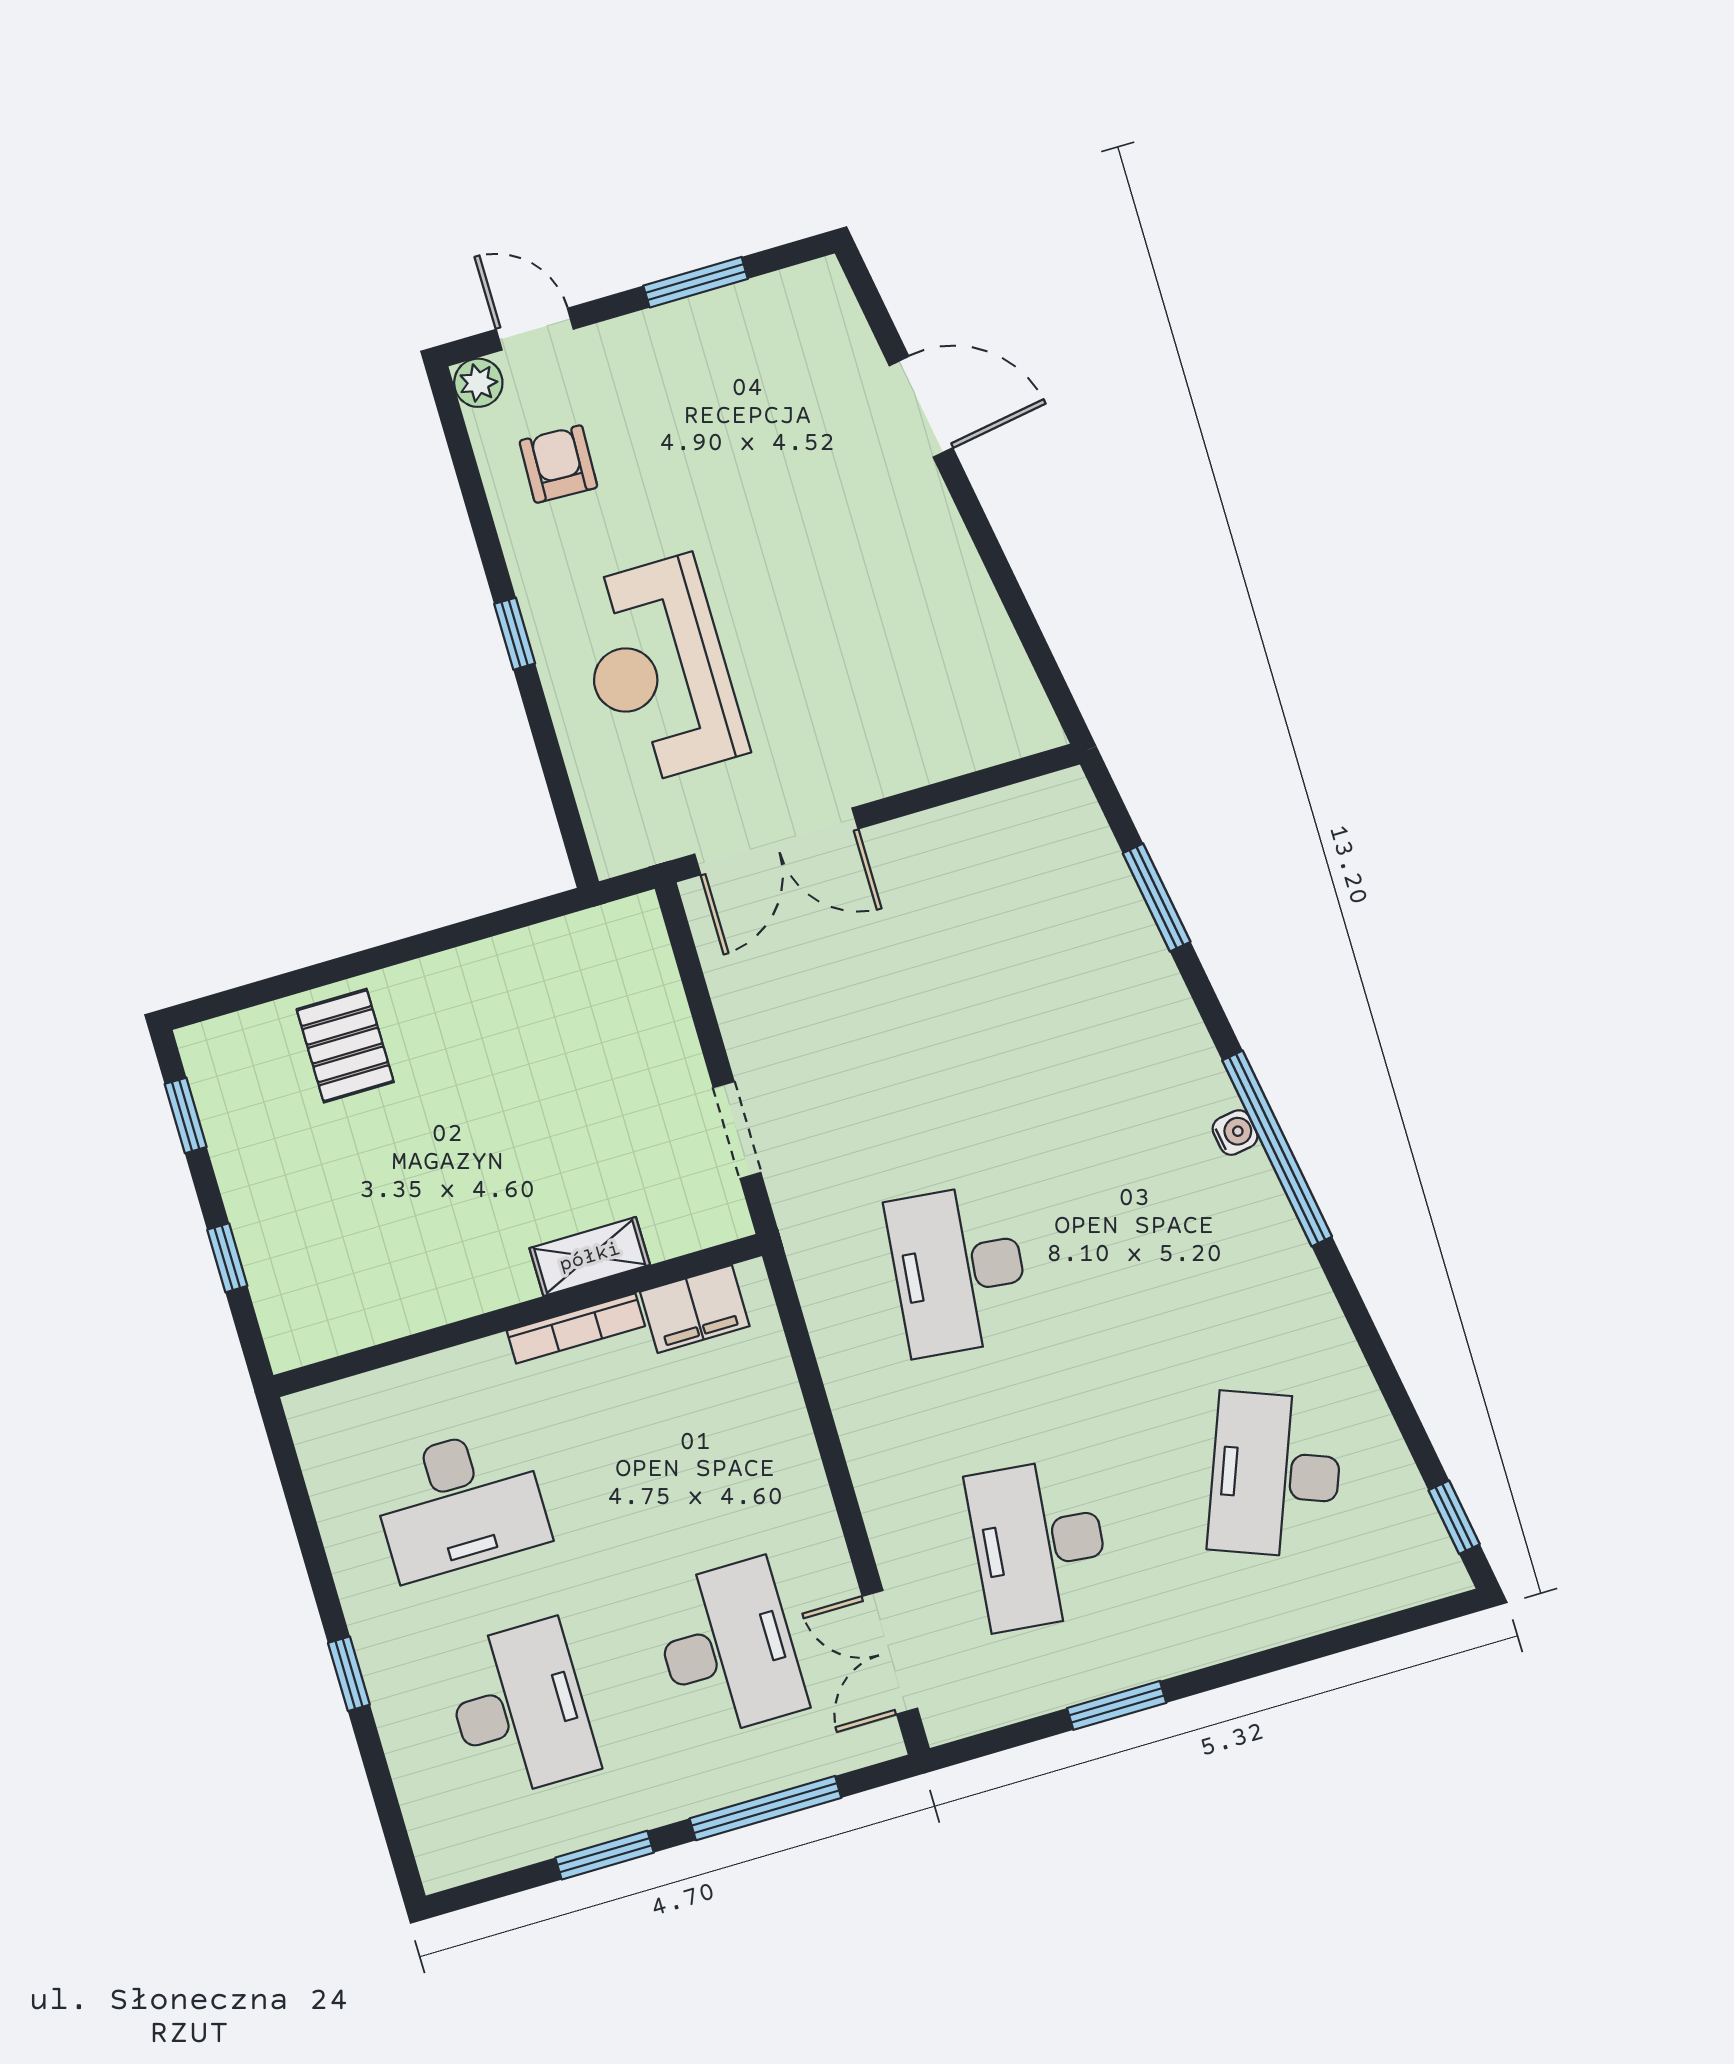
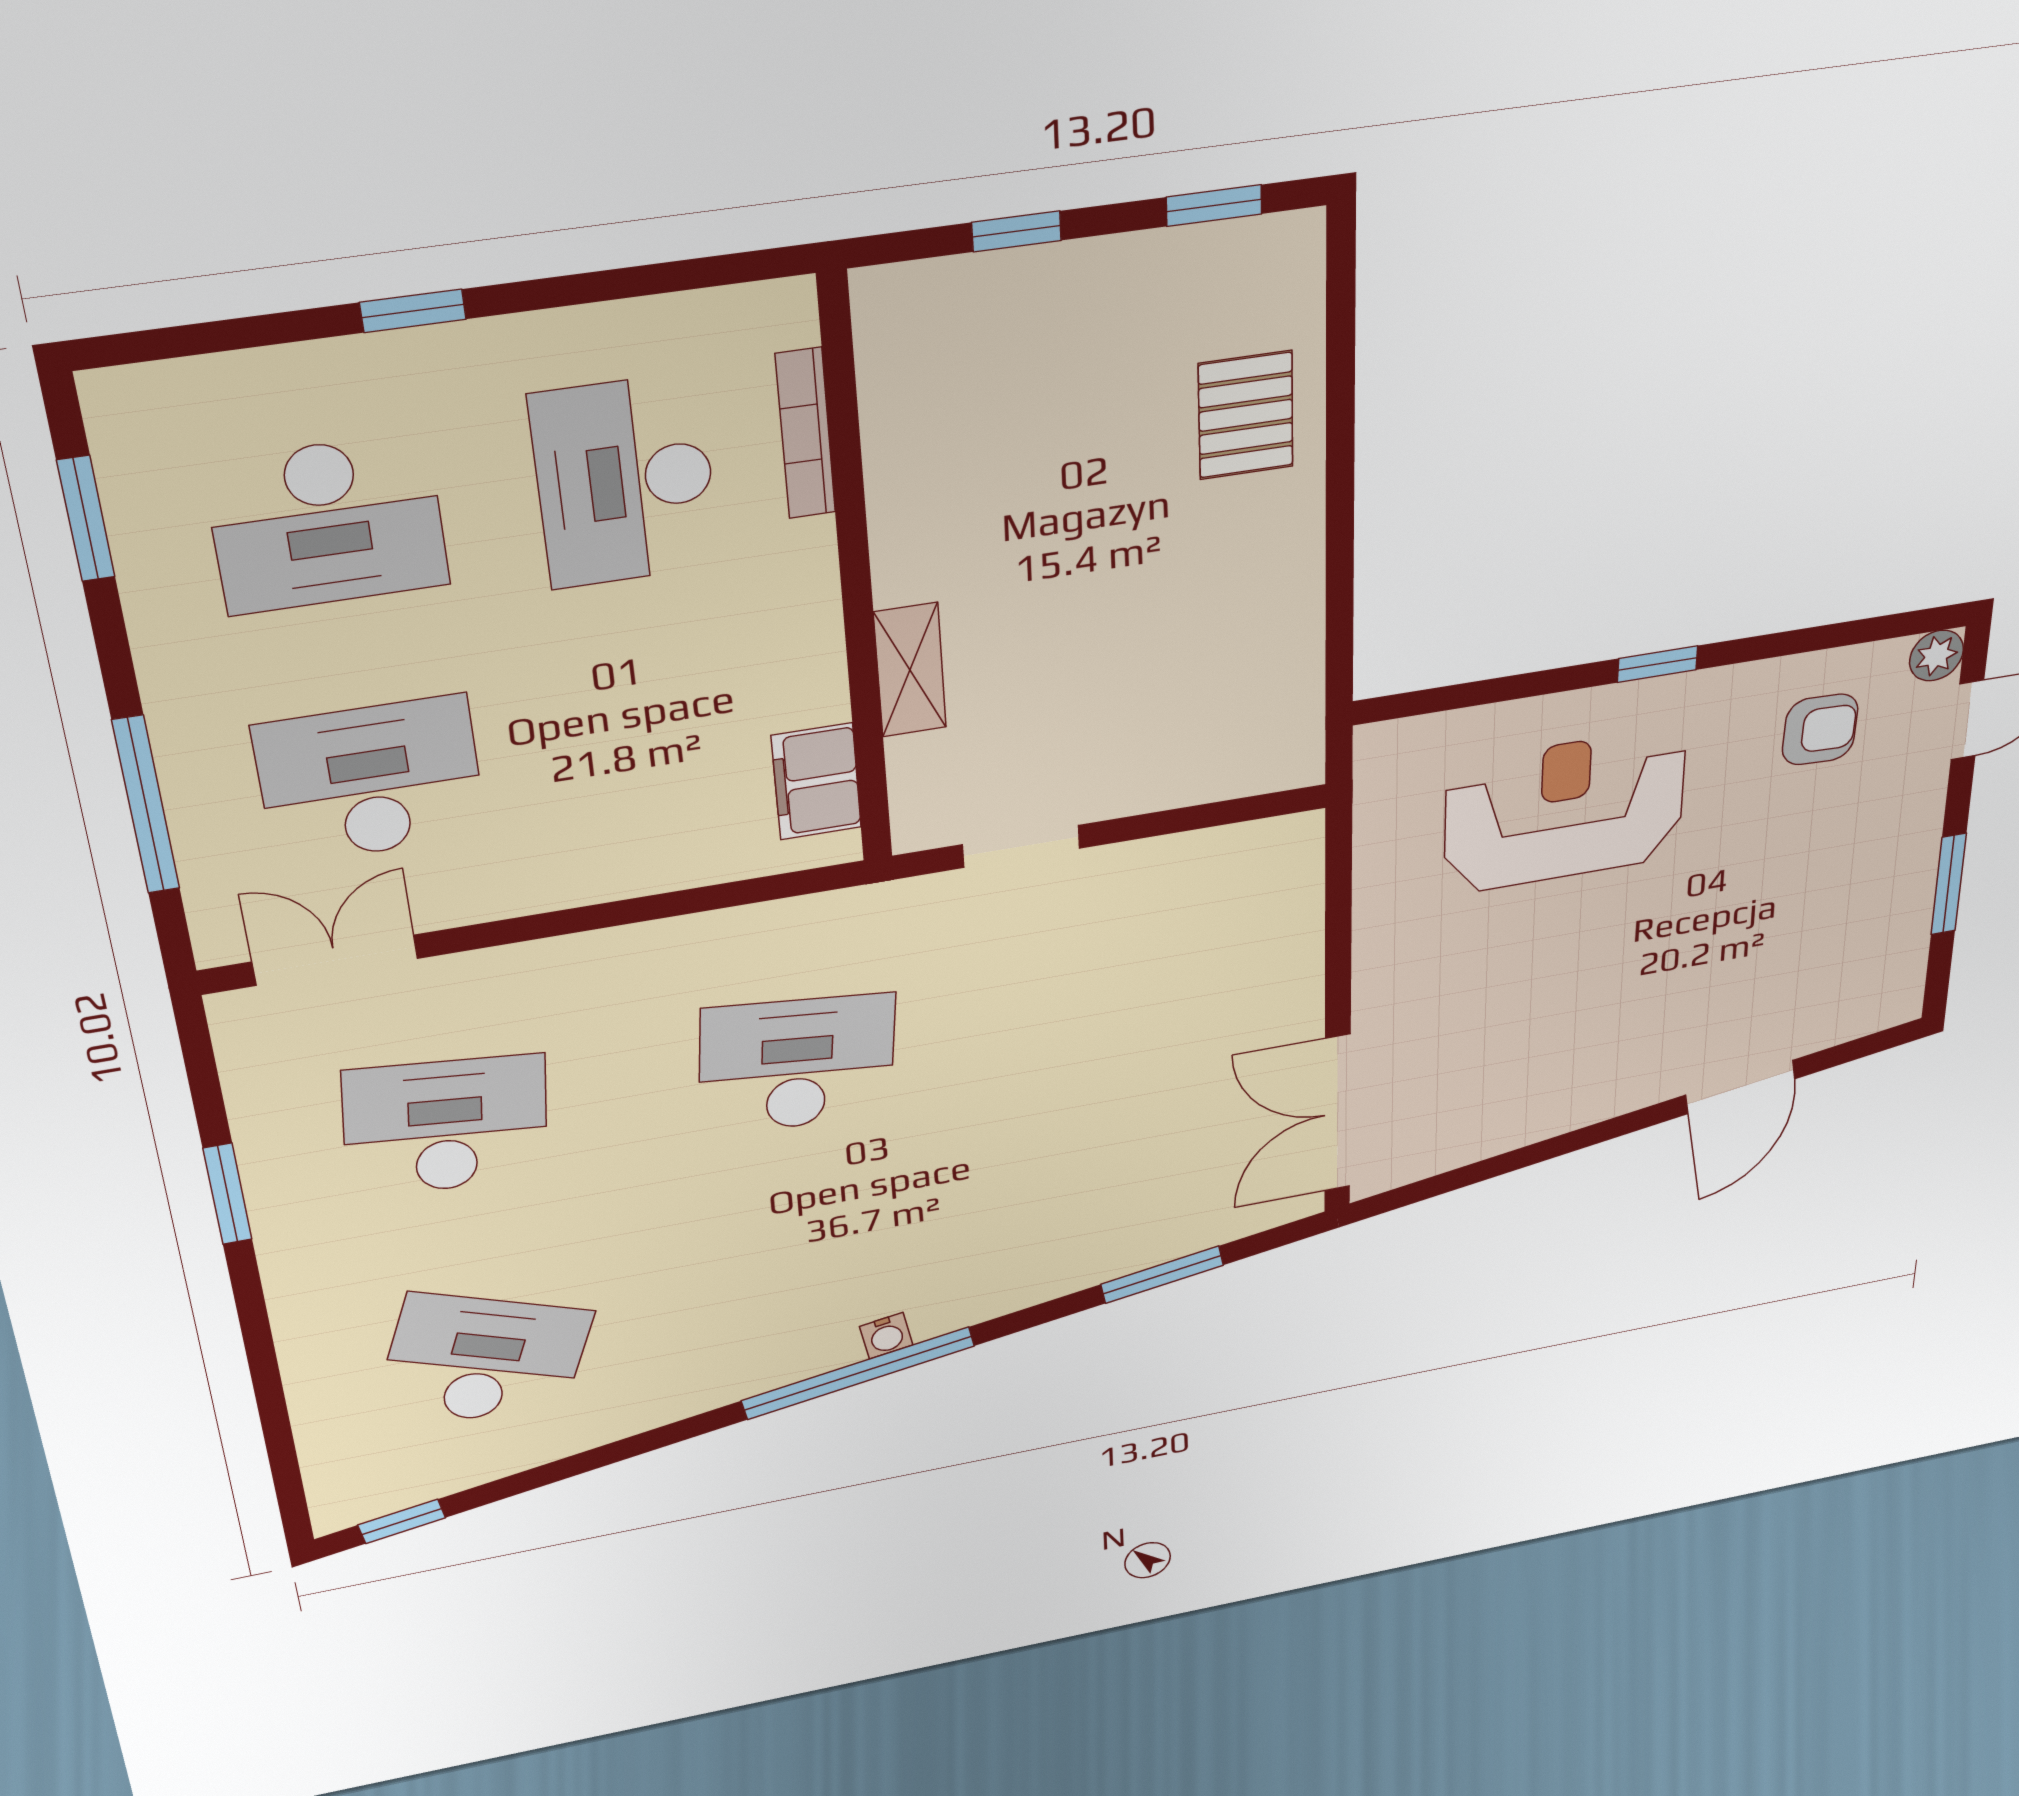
double door: (776, 841) -> (1338, 1113), moved
pallet: (345, 1046) -> (1246, 415), turned 90
bookcase: (576, 1328) -> (805, 434), moved
desk: (728, 1649) -> (370, 780), turned 180
window: (605, 1855) -> (86, 519), moved

